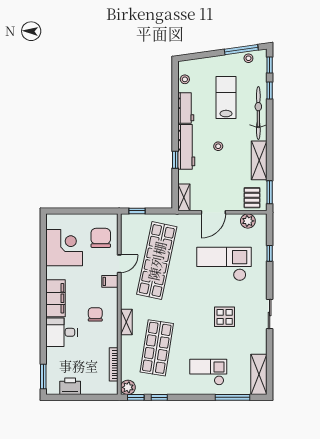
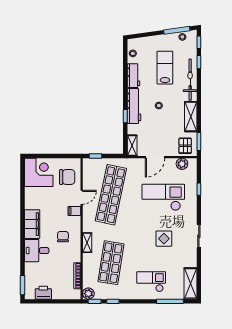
chair: (101, 238) -> (67, 177), turned 90
corner desk: (64, 248) -> (39, 172), moved

